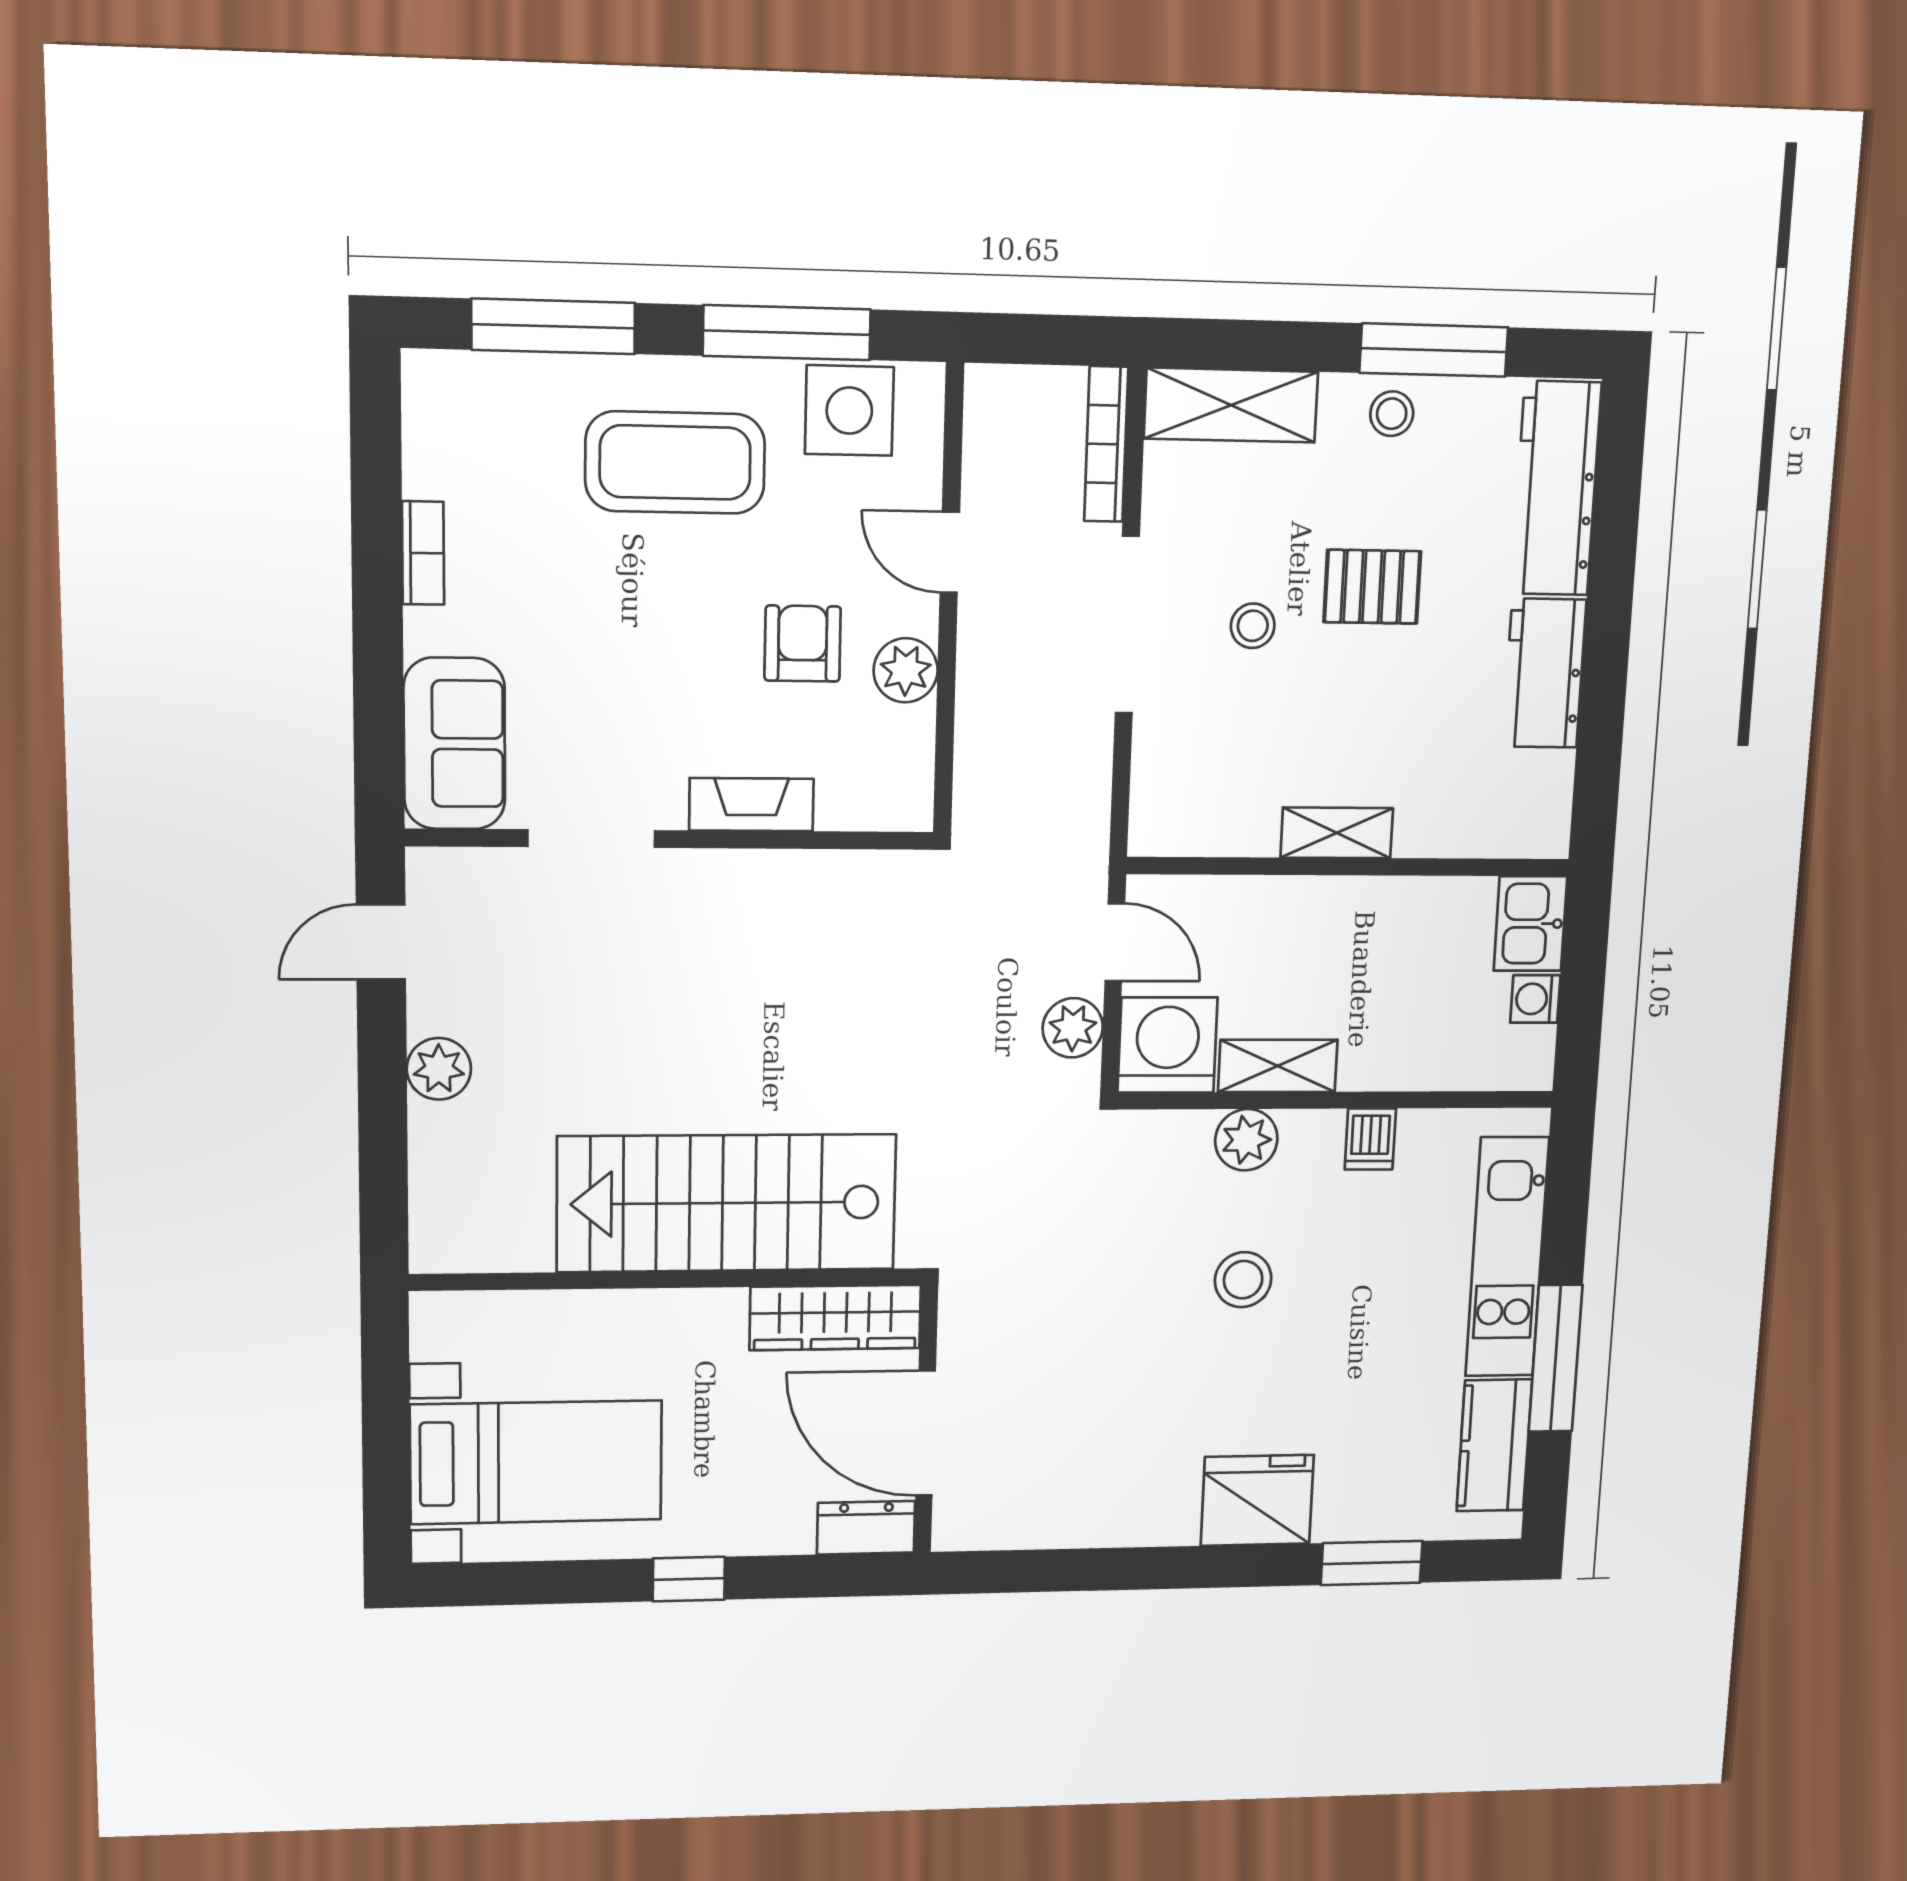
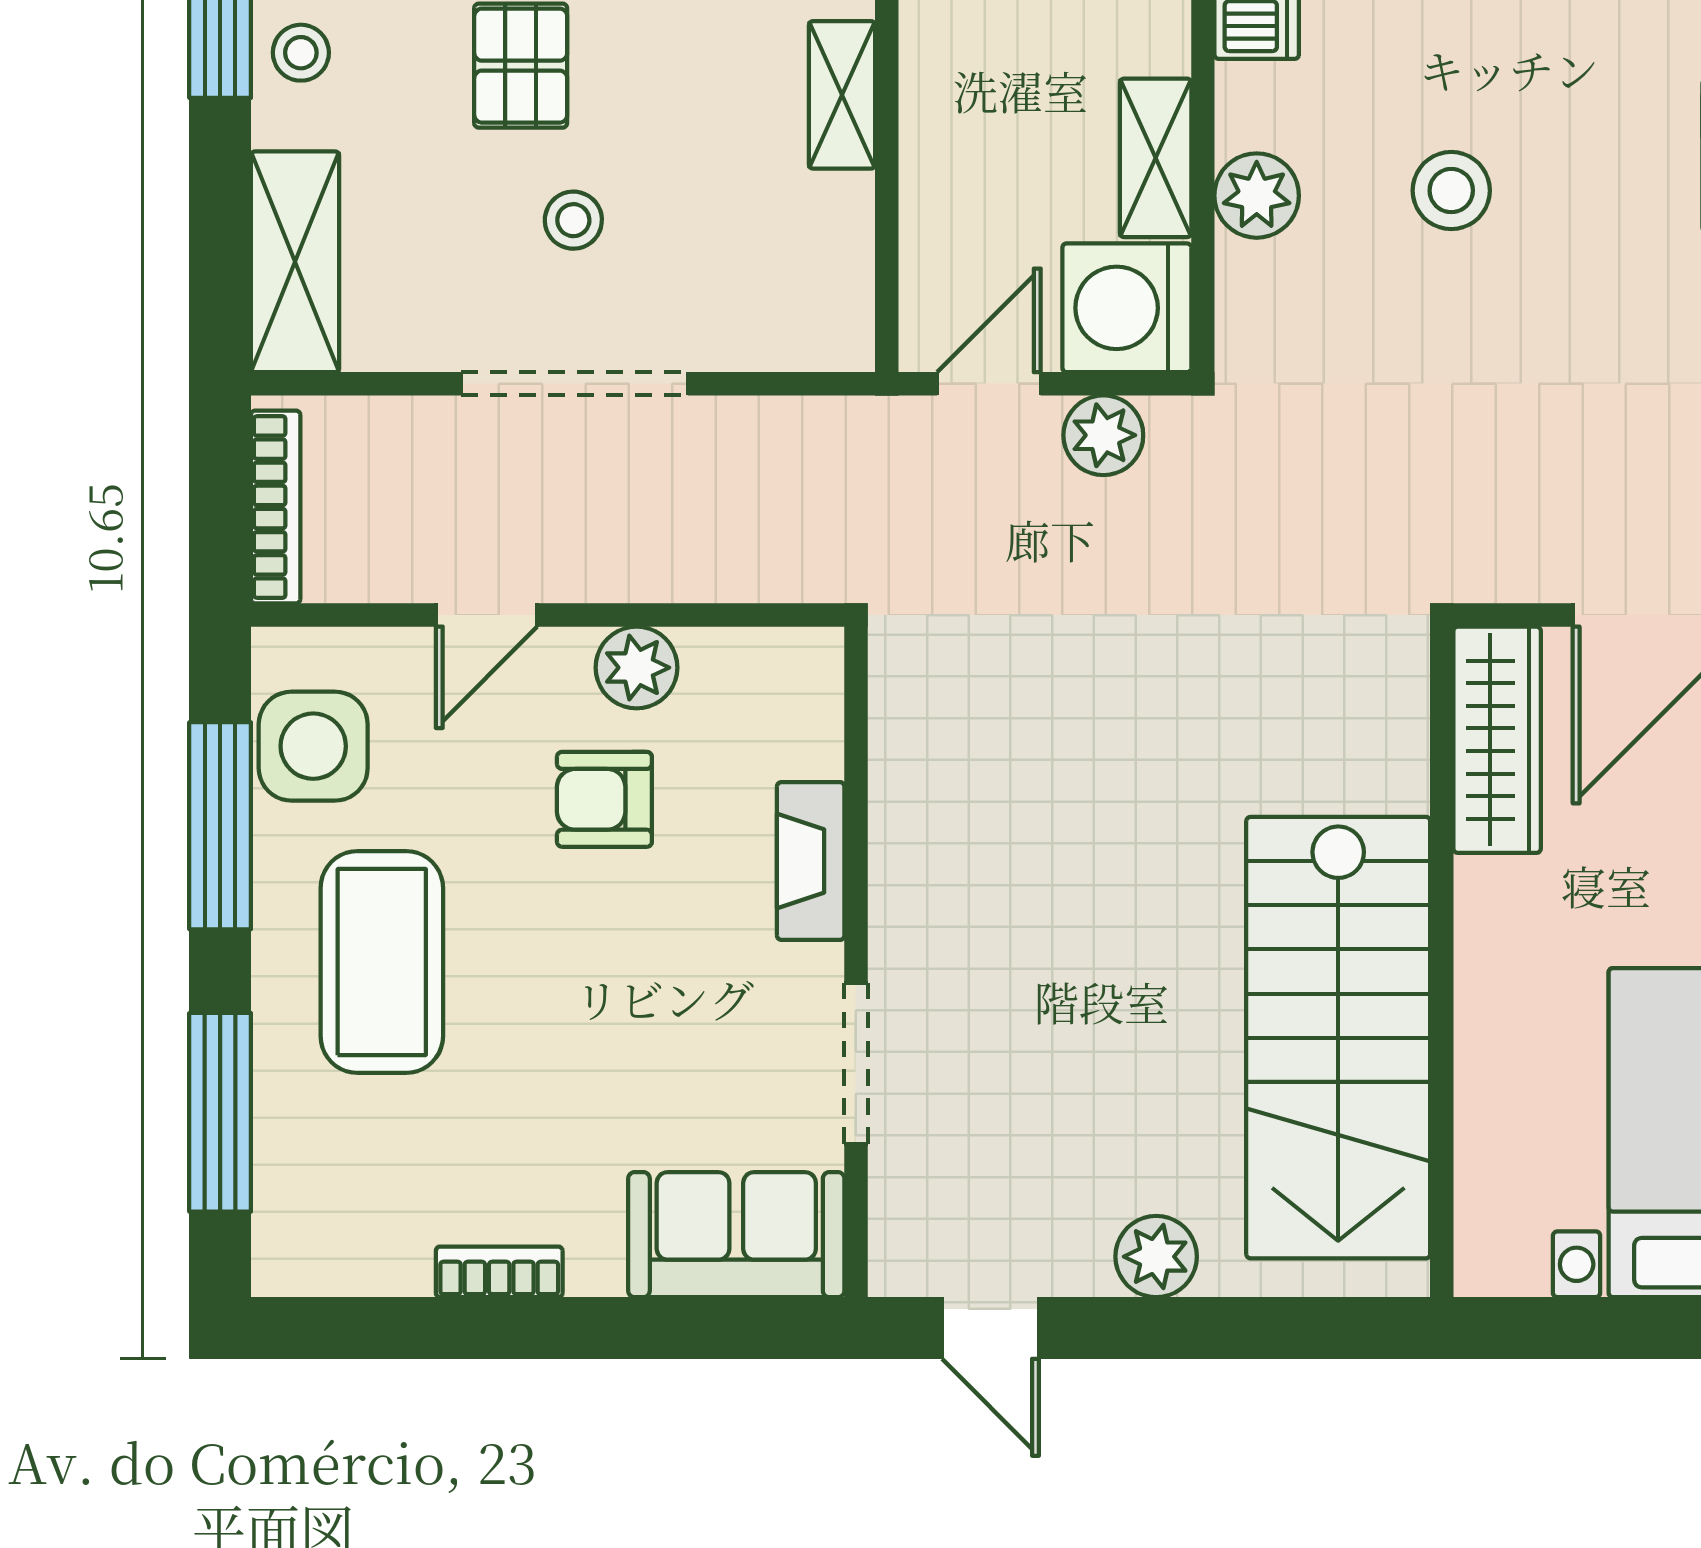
bookcase: (1106, 444) -> (276, 507), moved, turned -90
stairs: (727, 1203) -> (1338, 1038), moved

